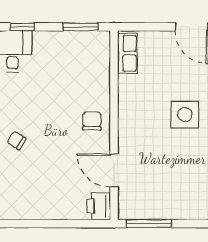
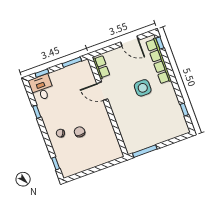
chair: (92, 121) -> (80, 132), moved
door: (114, 170) -> (102, 91), moved
printer: (99, 206) -> (115, 152), removed

